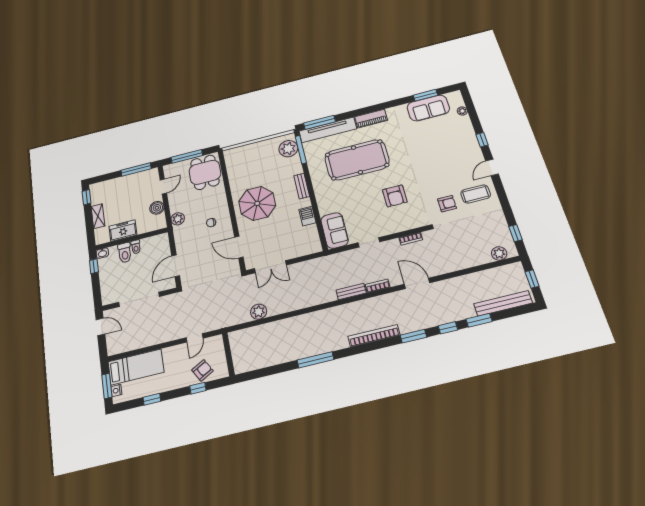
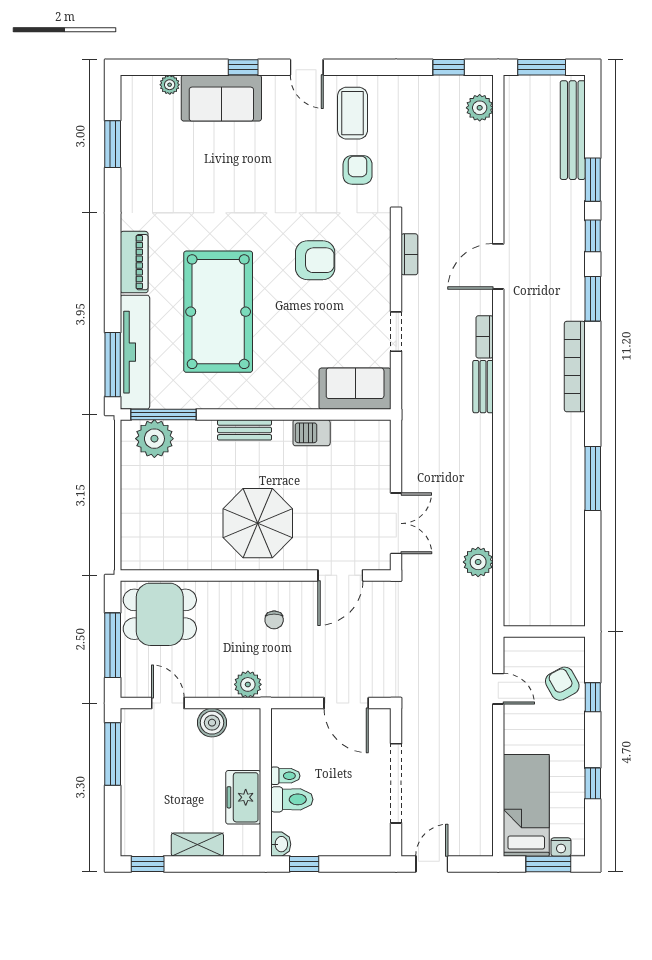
sofa: (428, 108) -> (221, 98), moved, turned 90
window: (532, 279) -> (542, 67), width x1.50

